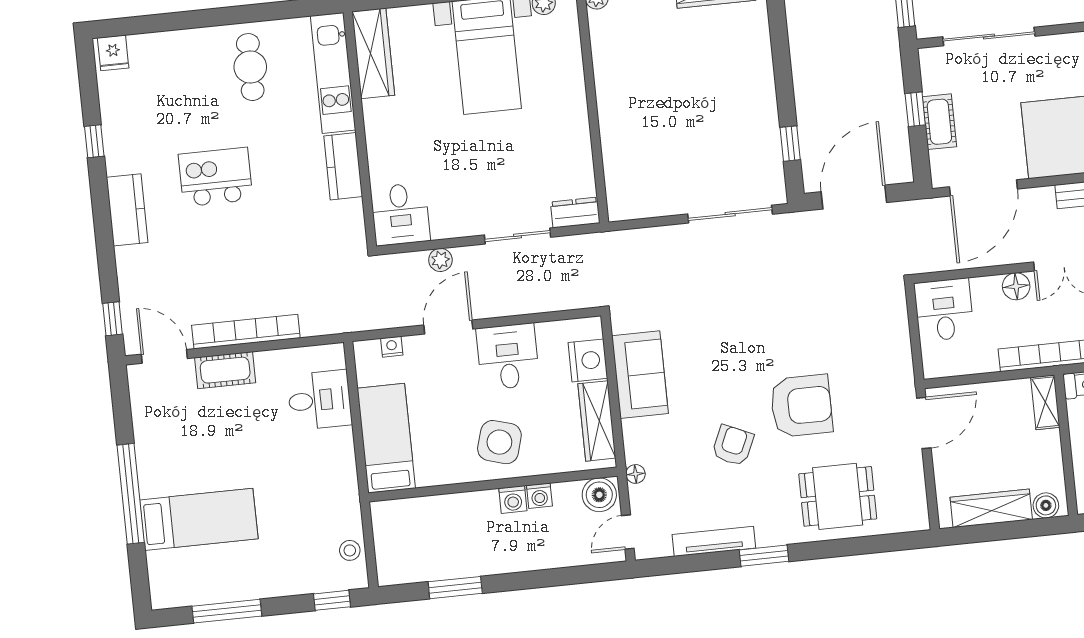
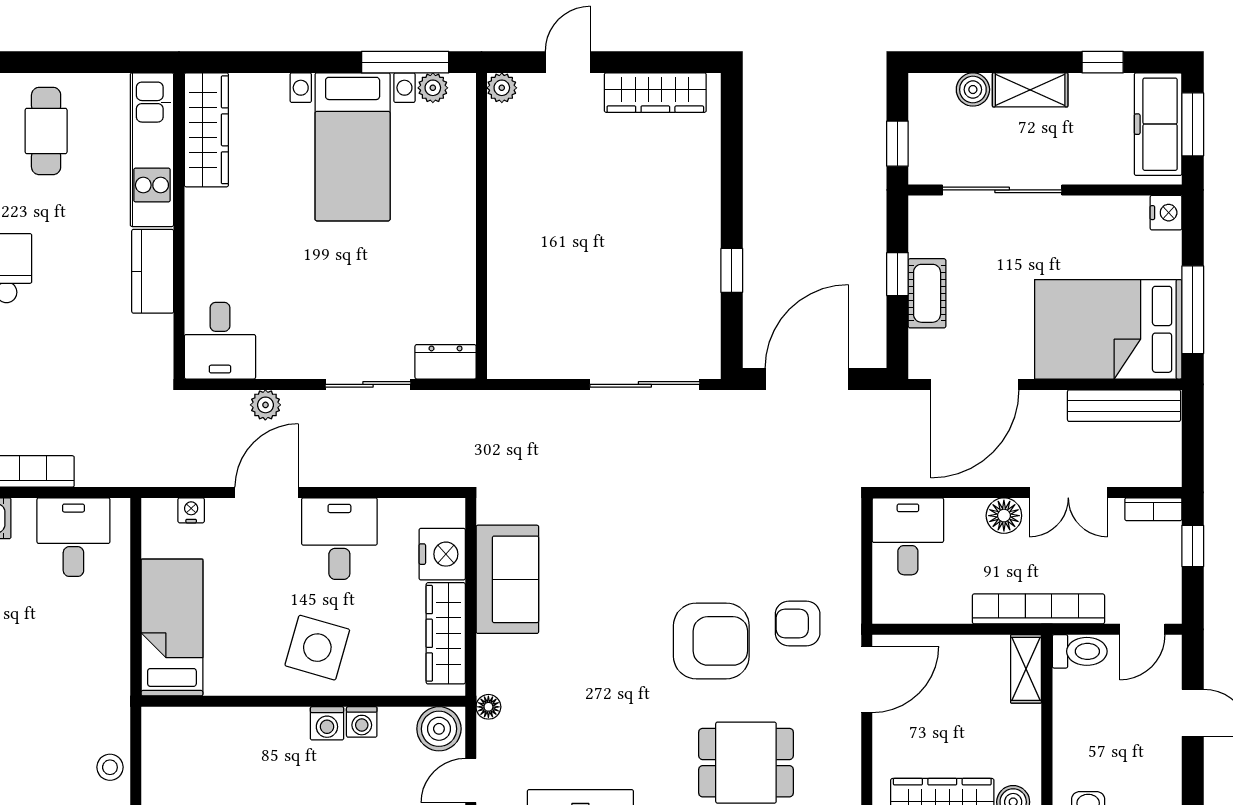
window: (790, 144) -> (732, 270), moved
desk: (320, 400) -> (73, 537), moved, turned -90
armchair: (733, 445) -> (798, 624), moved, turned -114

